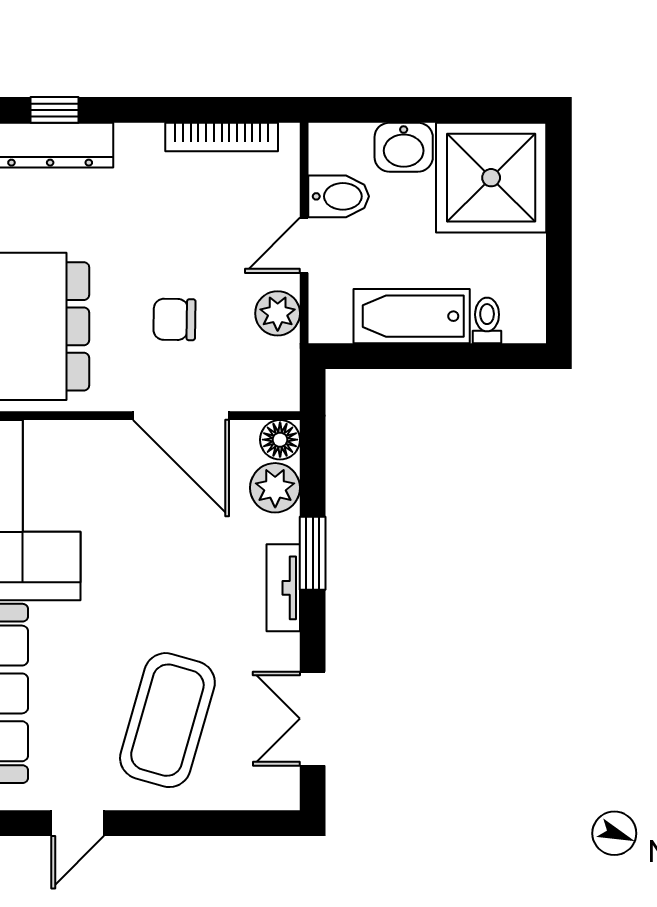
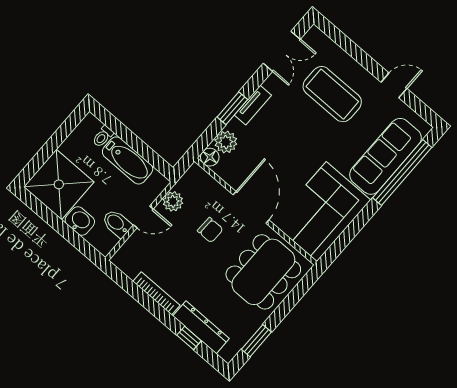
bookcase: (222, 137) -> (156, 293), moved
door: (181, 416) -> (251, 207), moved
coffee table: (167, 720) -> (332, 94), turned 74

